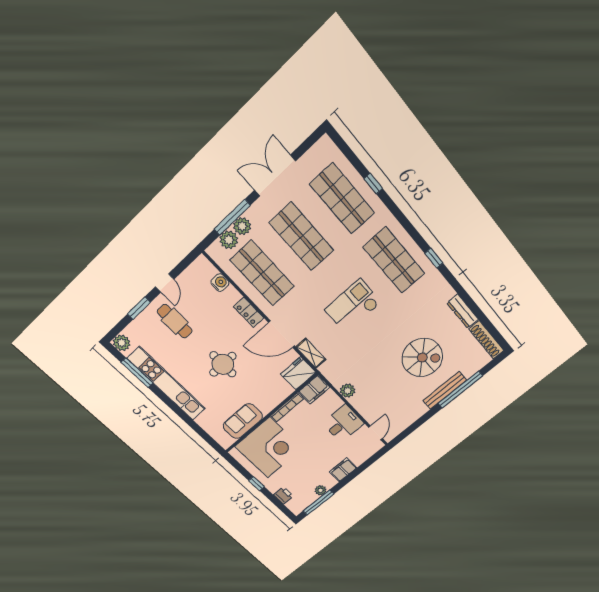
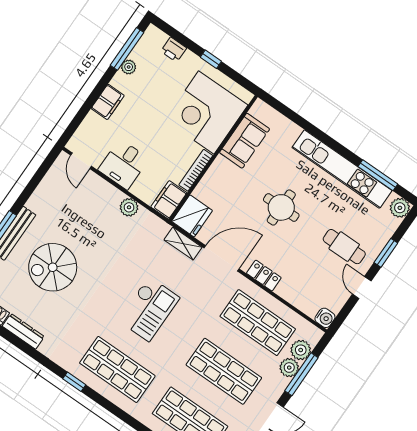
water cooler: (220, 283) -> (325, 318), moved, turned -90

